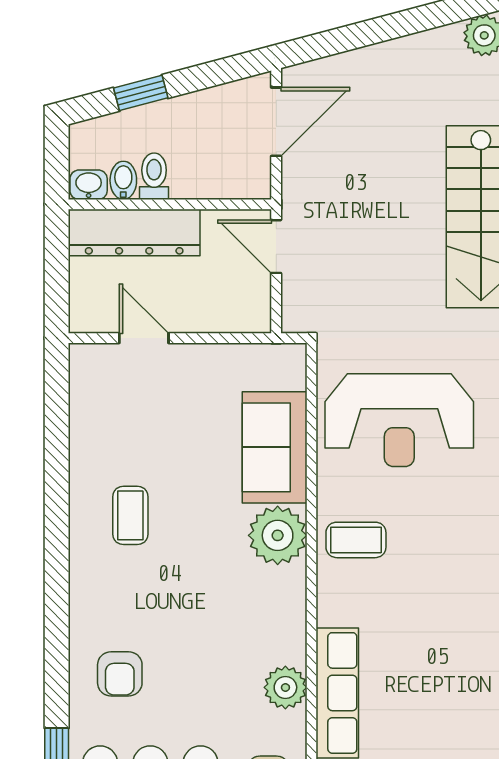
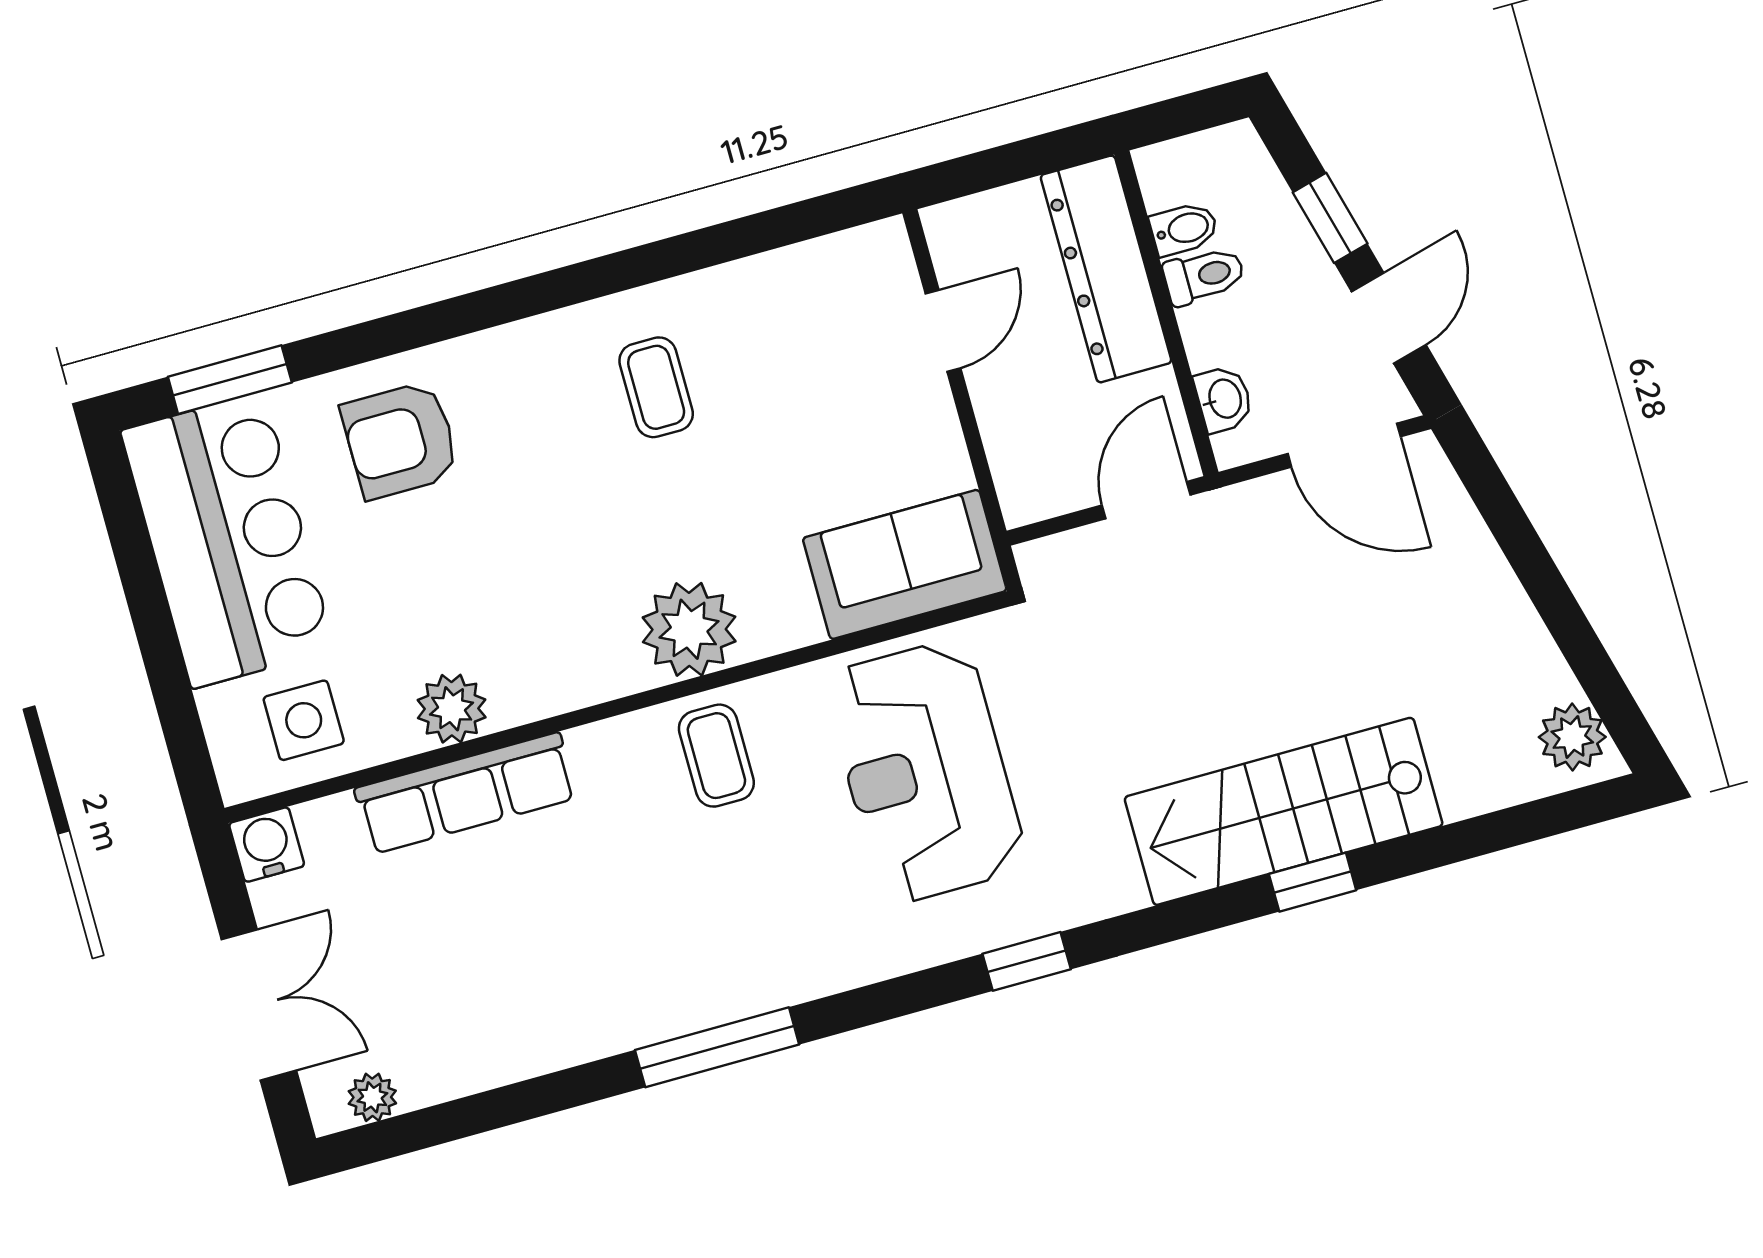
door: (209, 75) -> (1389, 318), added
washbasin: (89, 185) -> (1224, 399), moved
sofa: (275, 447) -> (905, 564), moved
coffee table: (130, 515) -> (656, 387), turned 90
armchair: (120, 674) -> (400, 440), width x1.38, depth x1.38

